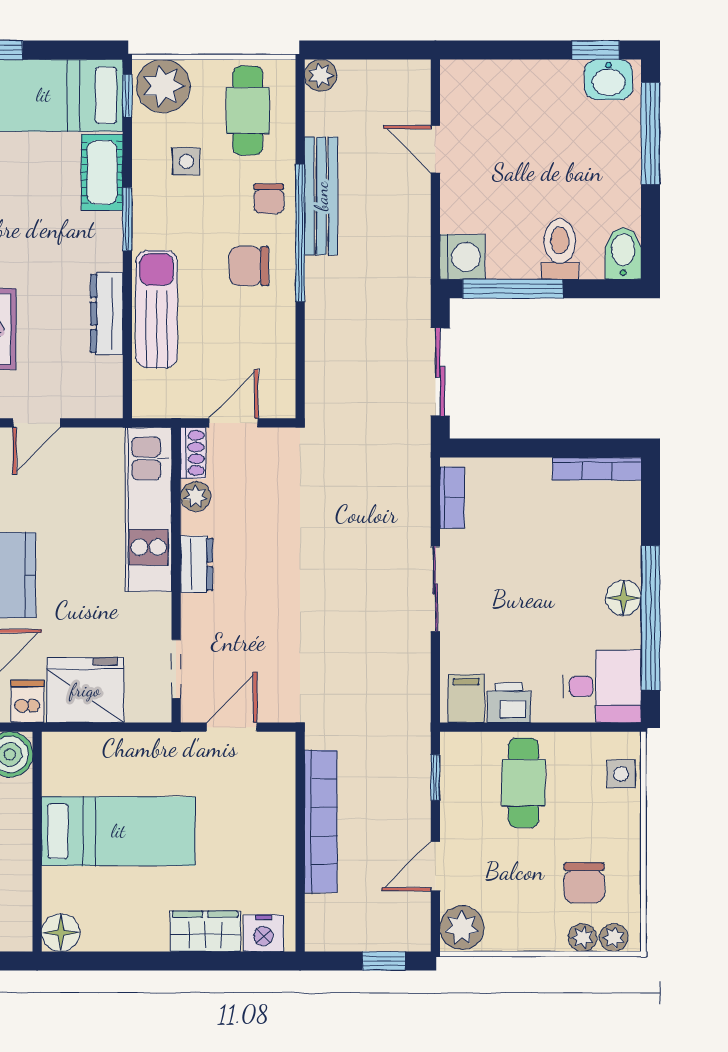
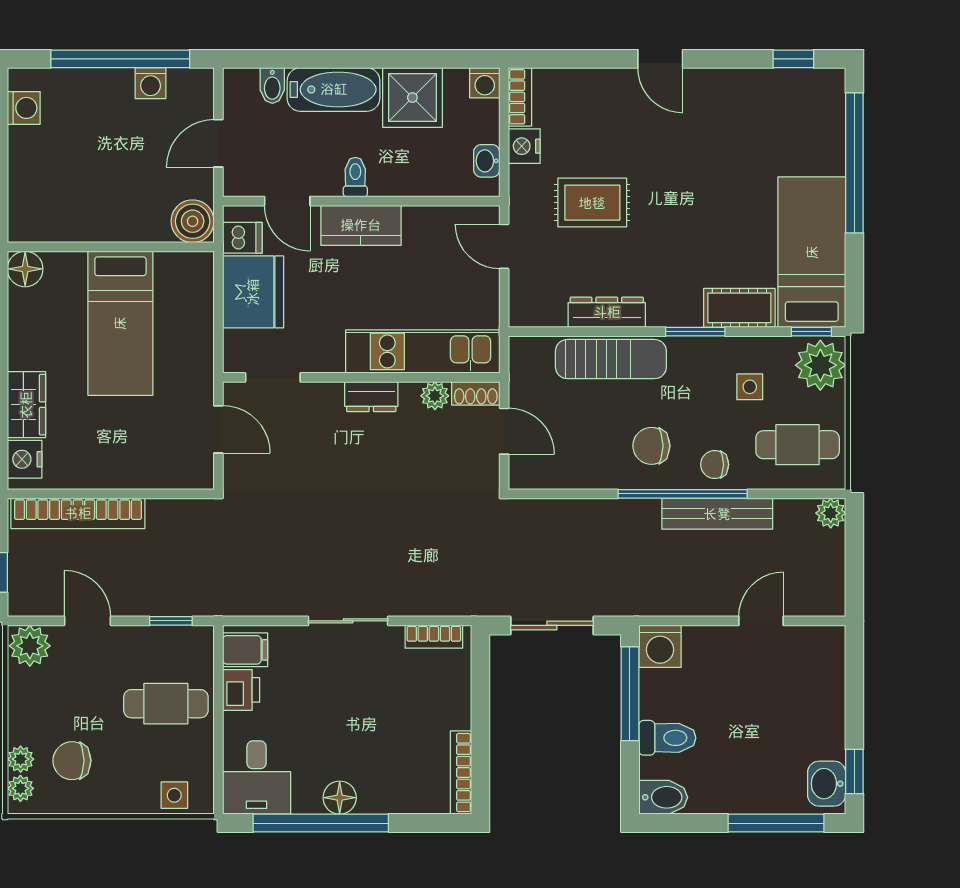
chair: (249, 266) -> (651, 446), turned -90
bookcase: (321, 821) -> (78, 513), moved

